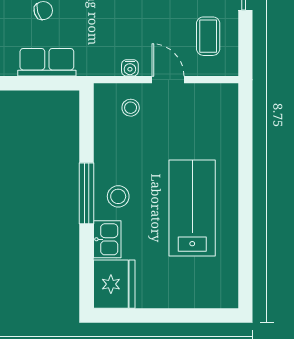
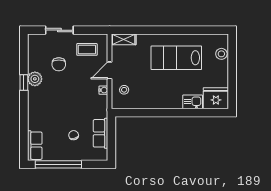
shelving: (228, 107) -> (124, 39), added
window: (87, 193) -> (169, 113), removed
stool: (118, 196) -> (221, 54), moved

